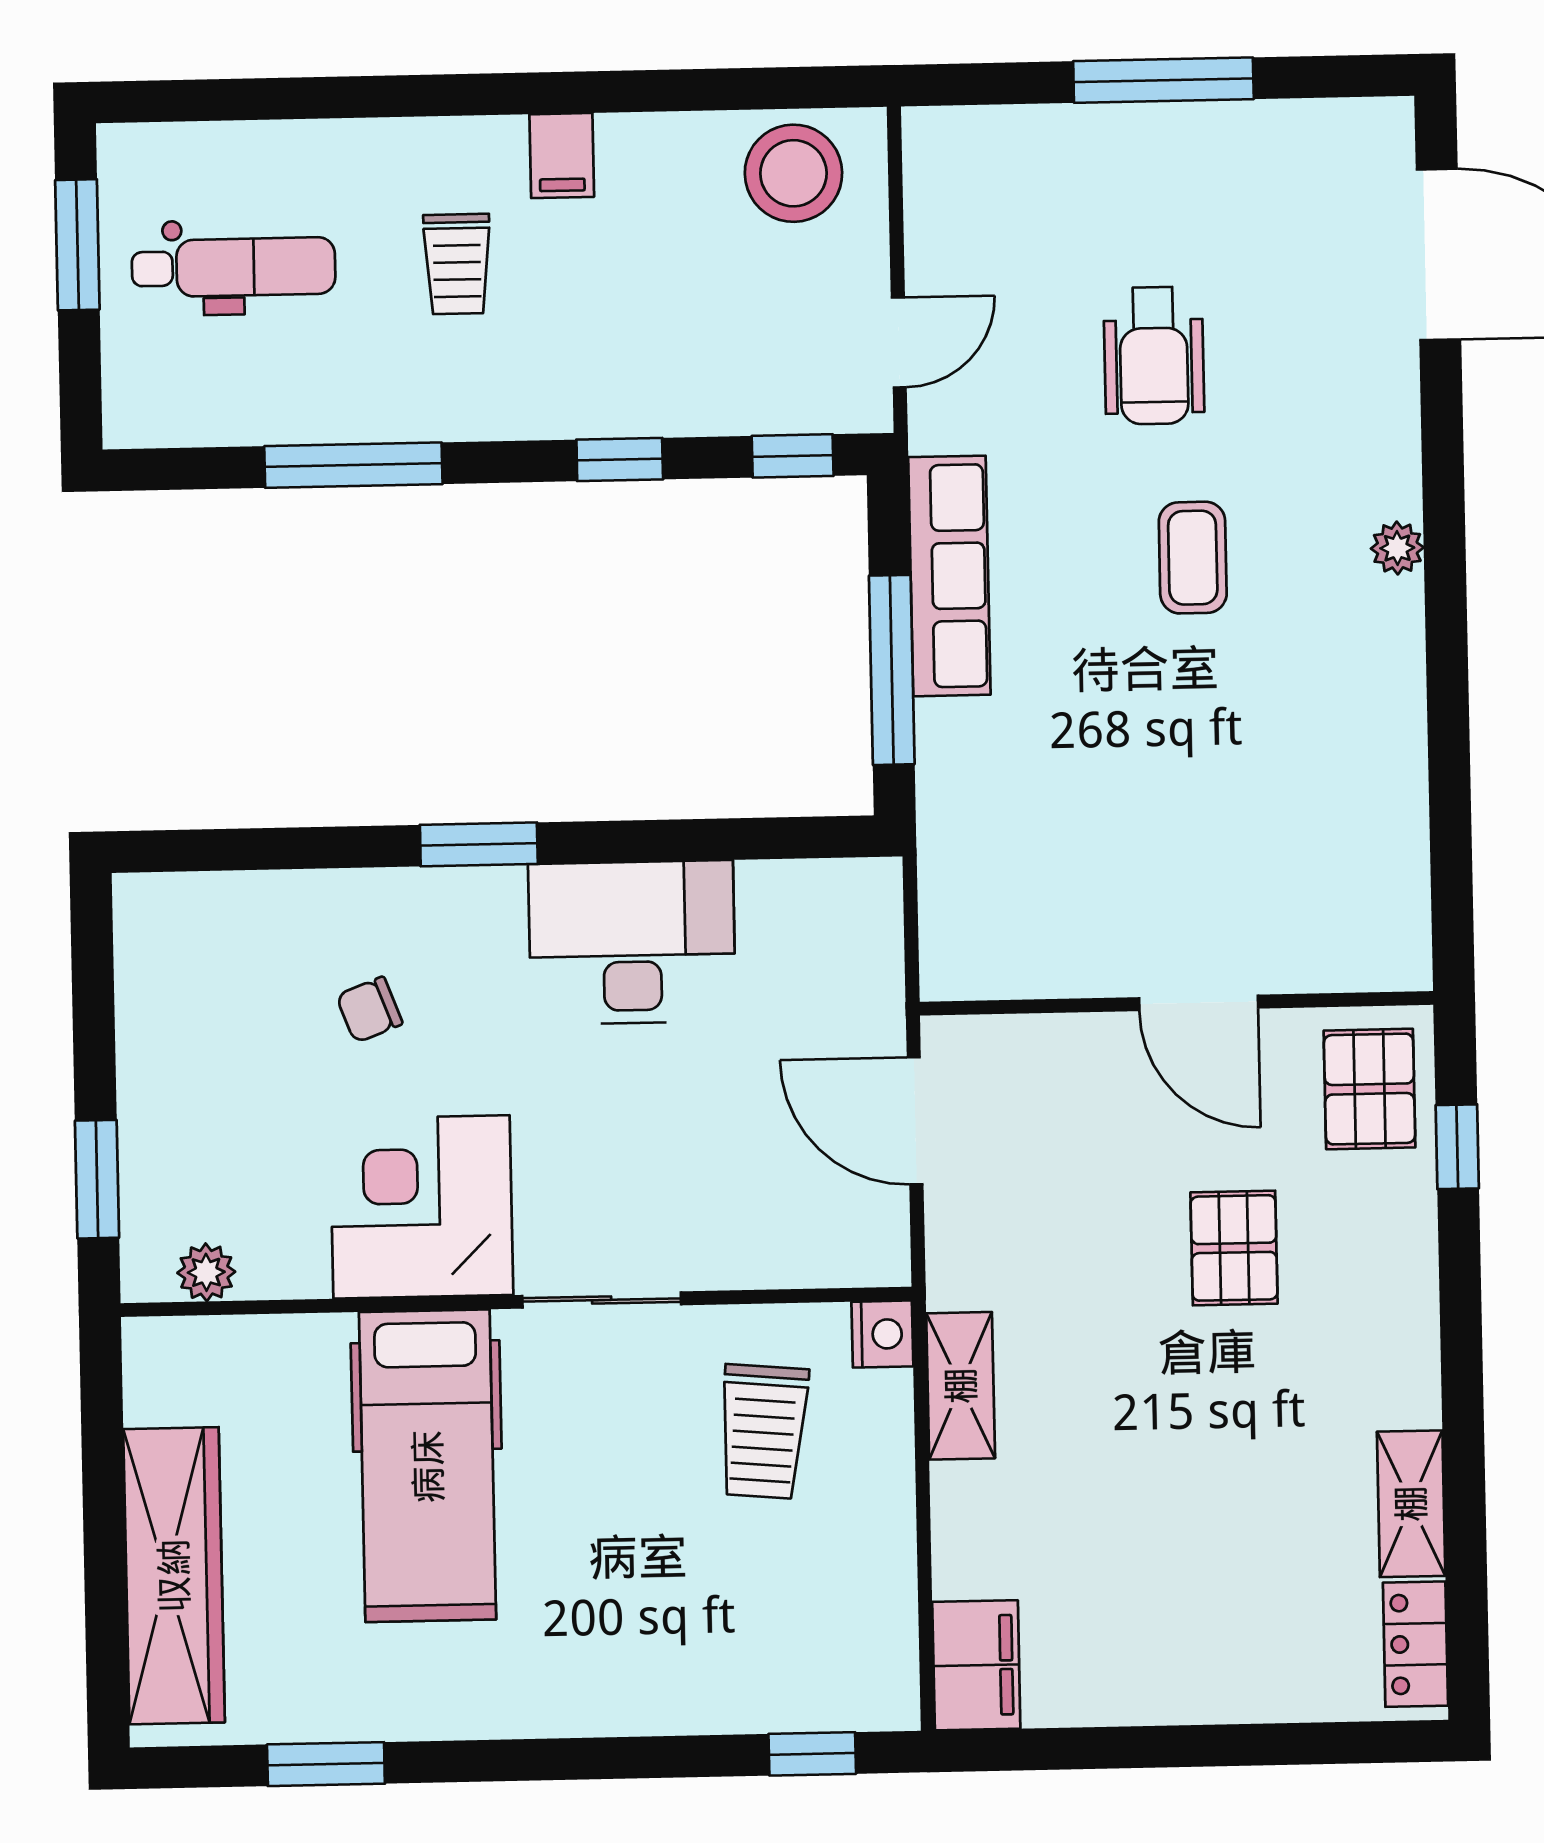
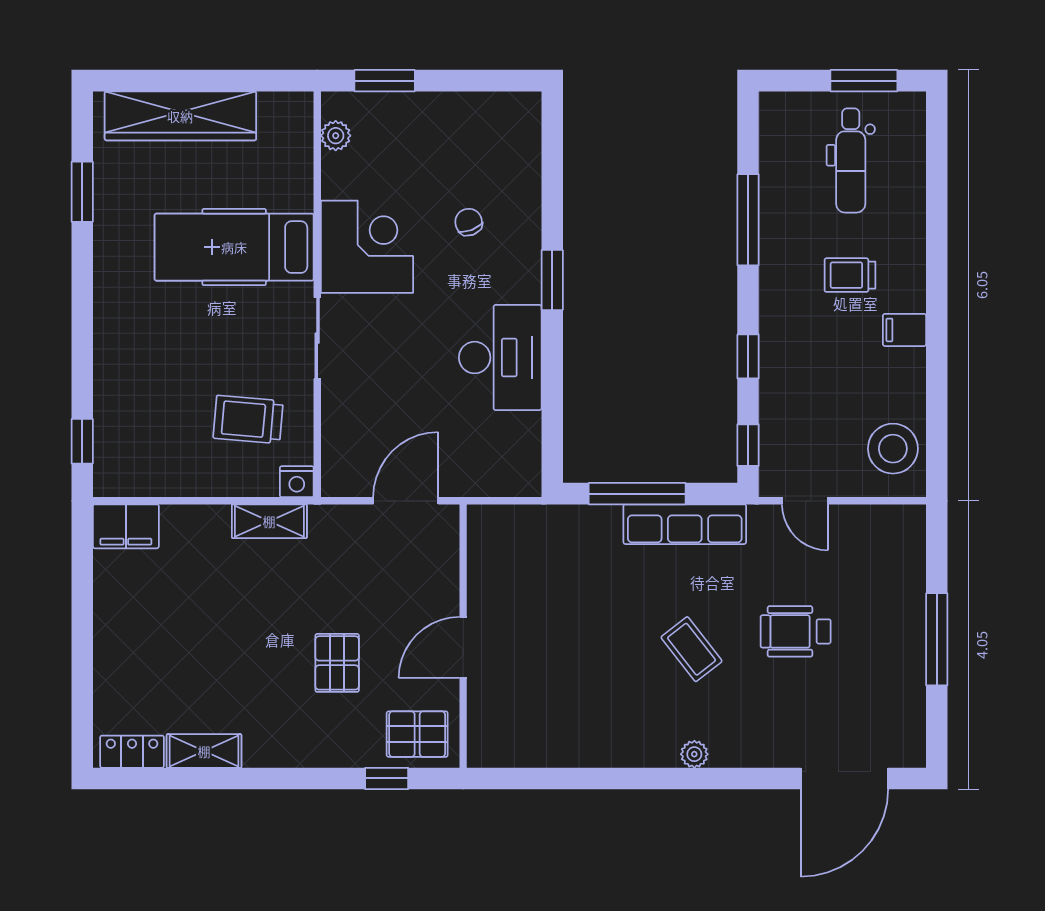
coffee table: (1193, 558) -> (692, 649), turned 52
pallet: (1234, 1248) -> (337, 663), turned 90

